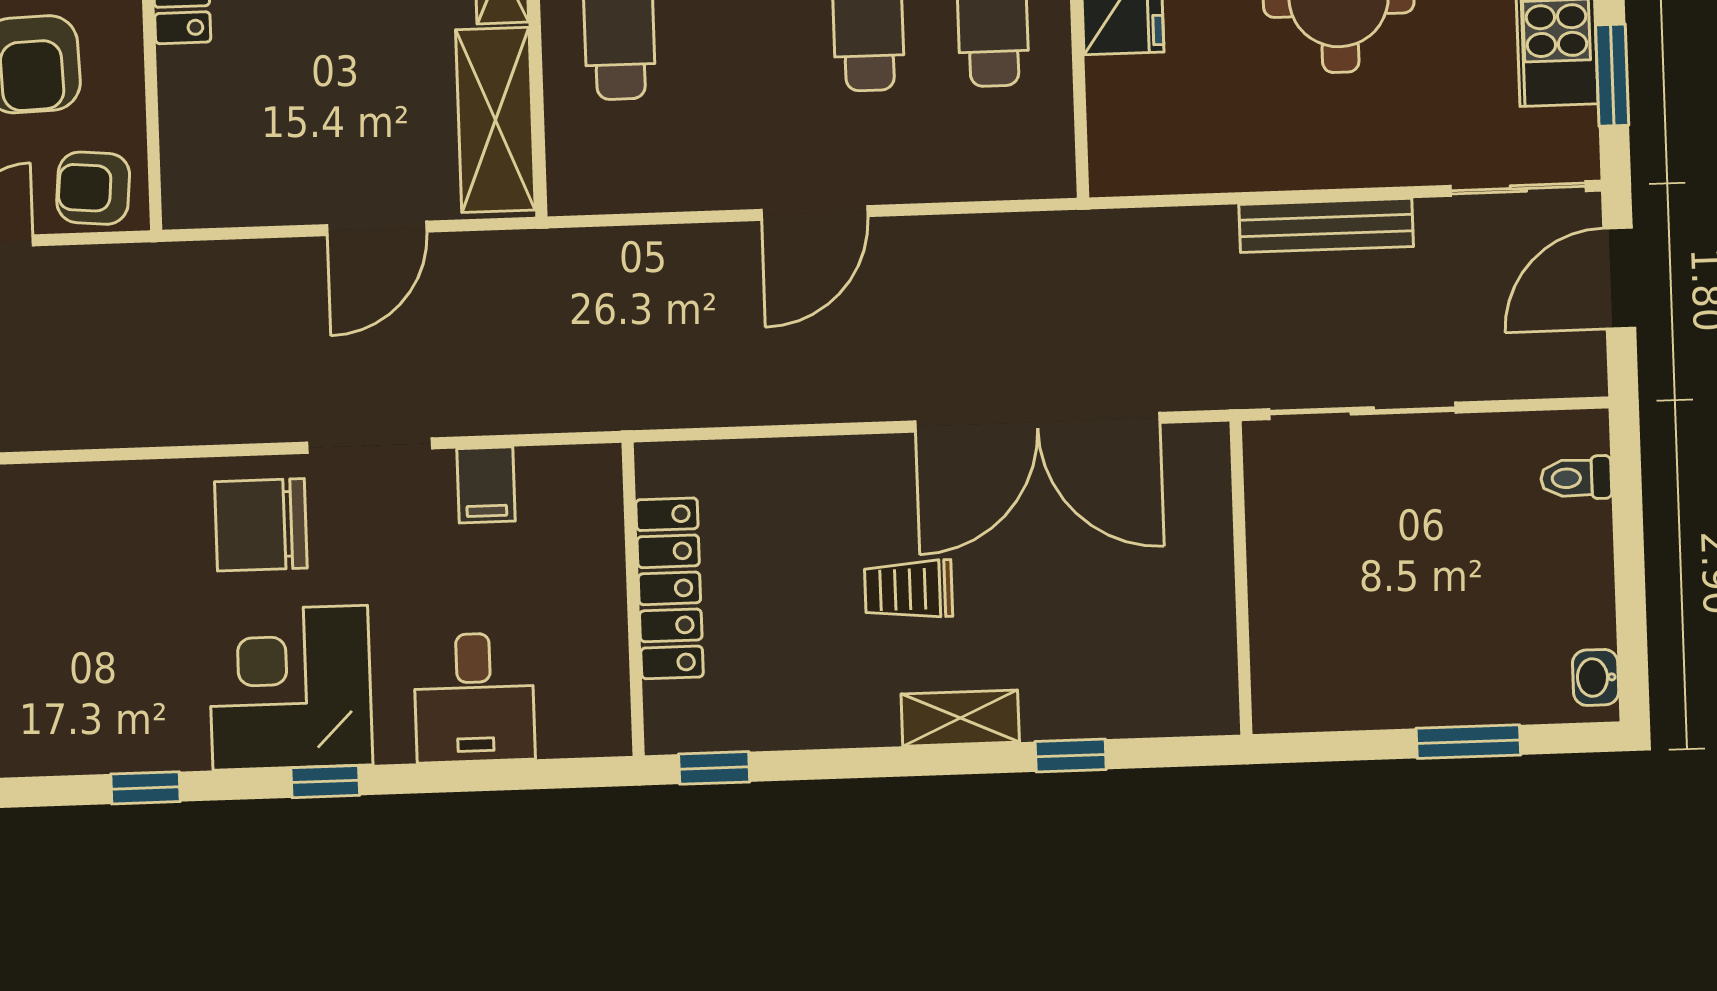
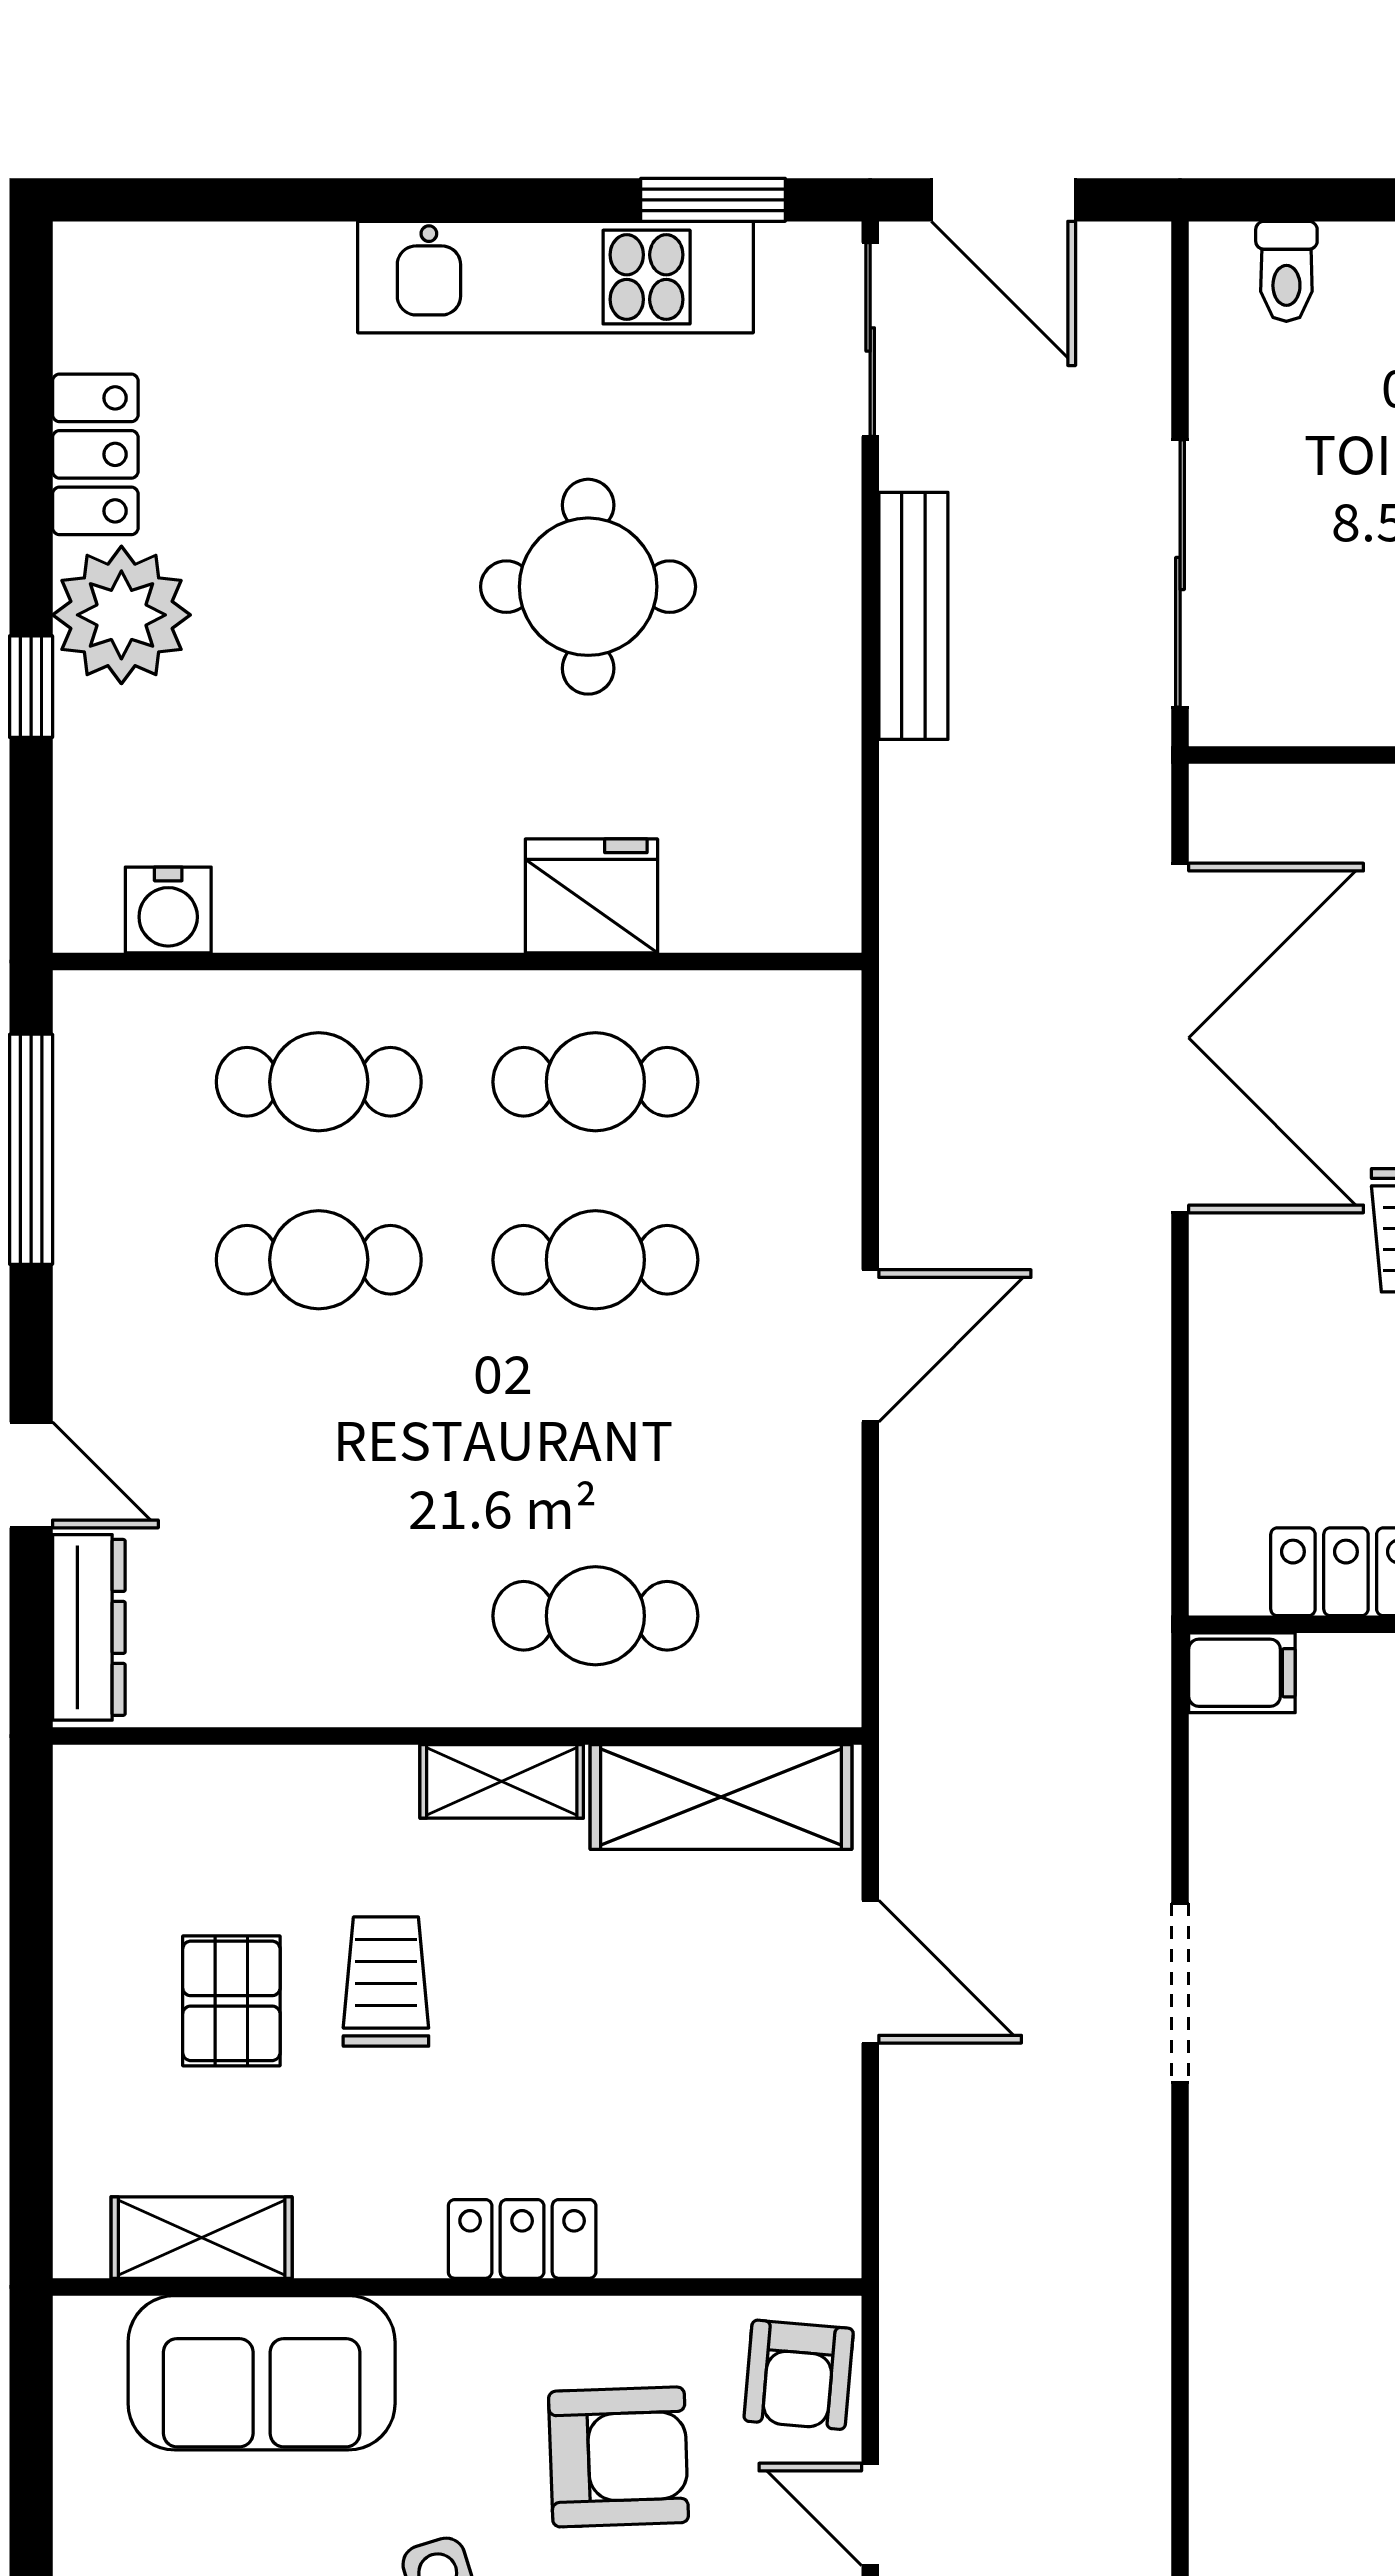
door: (815, 213) -> (870, 1346), hinge flipped
filing cabinet: (486, 485) -> (1242, 1673), moved
chair: (261, 525) -> (1288, 2152), removed

